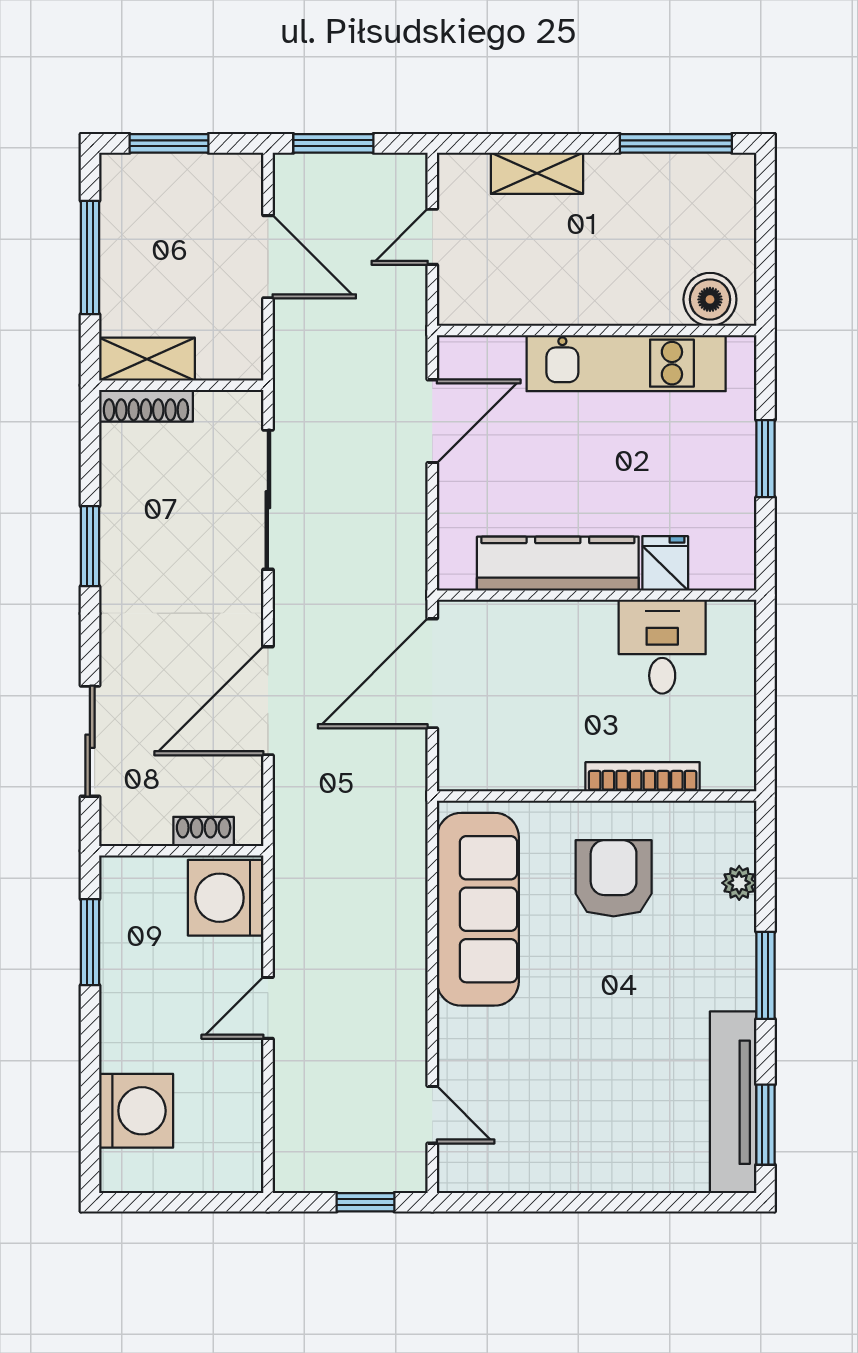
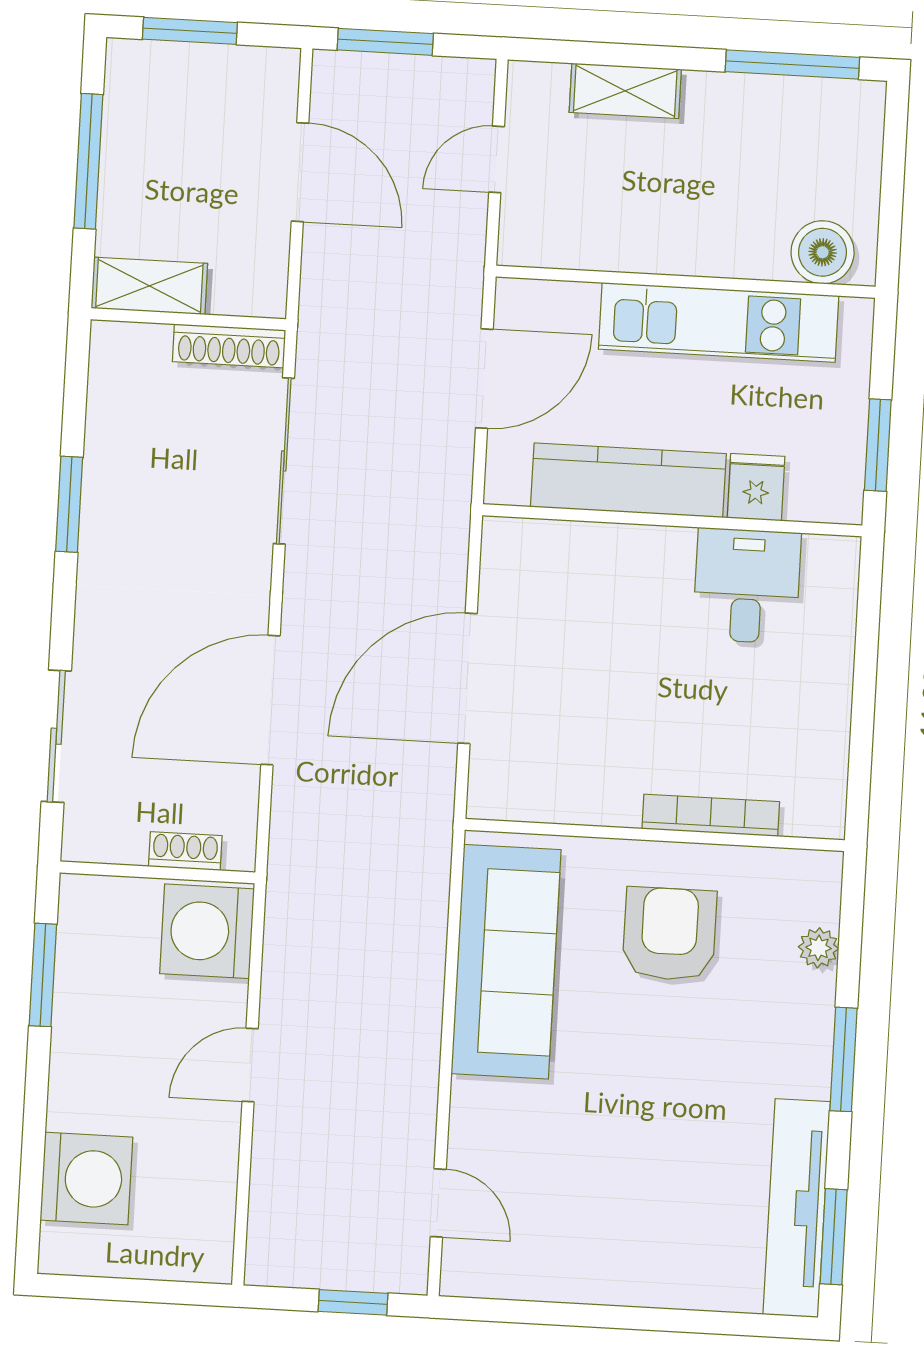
shoe rack: (146, 406) -> (229, 346), moved
fridge: (665, 563) -> (756, 487), moved
kitchen counter: (558, 564) -> (628, 480), moved
wall: (597, 595) -> (672, 520), moved
desk: (662, 647) -> (747, 586), moved

